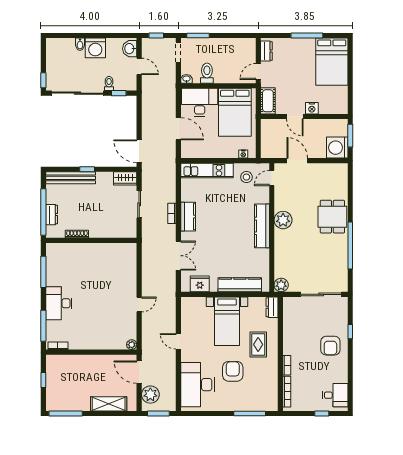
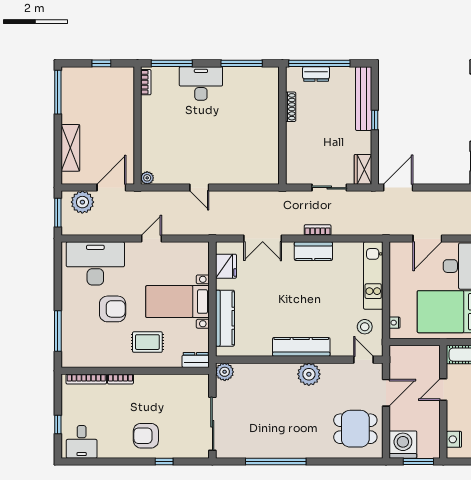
nightstand: (312, 108) -> (454, 439), moved
dining table: (332, 217) -> (355, 429), moved

